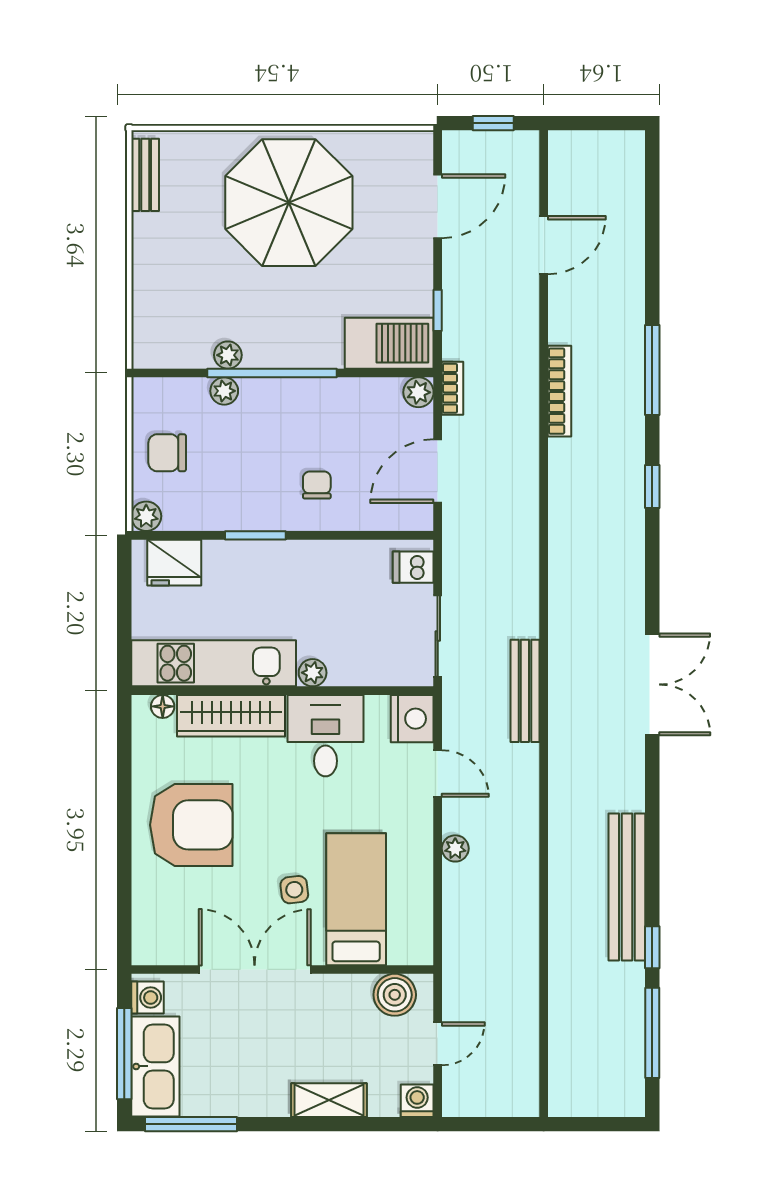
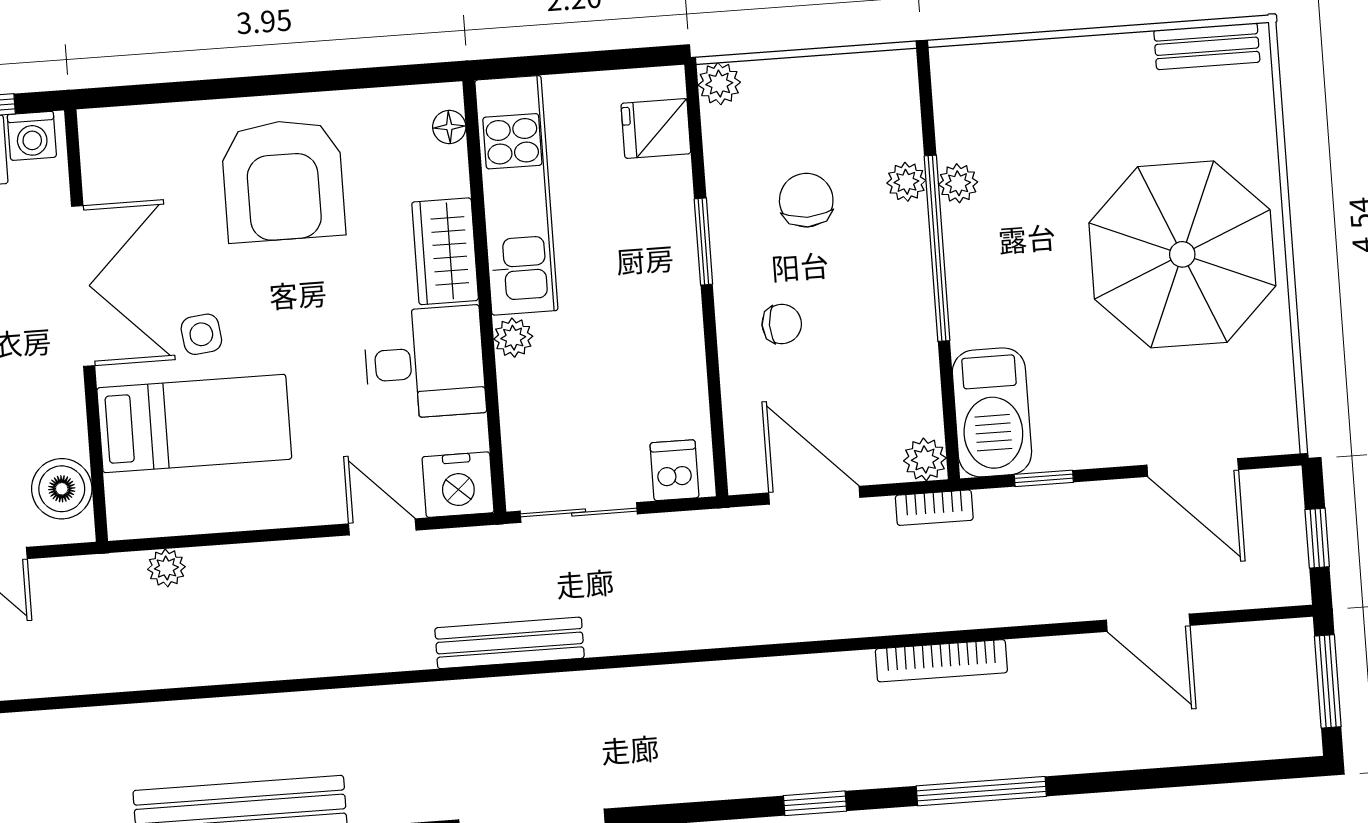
window: (594, 123) -> (1328, 681), added
chair: (167, 453) -> (806, 200), moved
fridge: (174, 563) -> (656, 128), width x0.72
wardrobe: (231, 716) -> (445, 251), width x0.67
door: (438, 774) -> (382, 527), swing flipped
plant: (455, 848) -> (166, 568), moved

